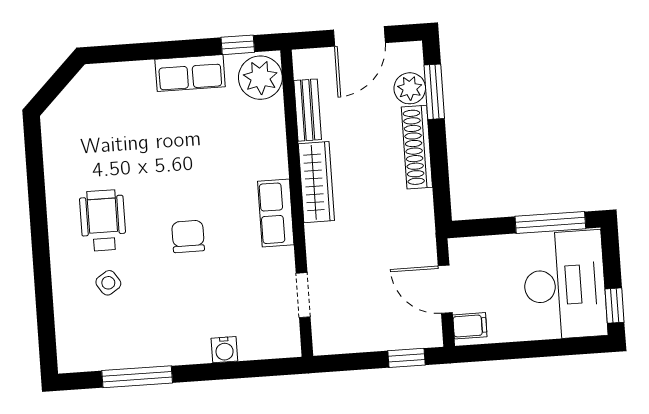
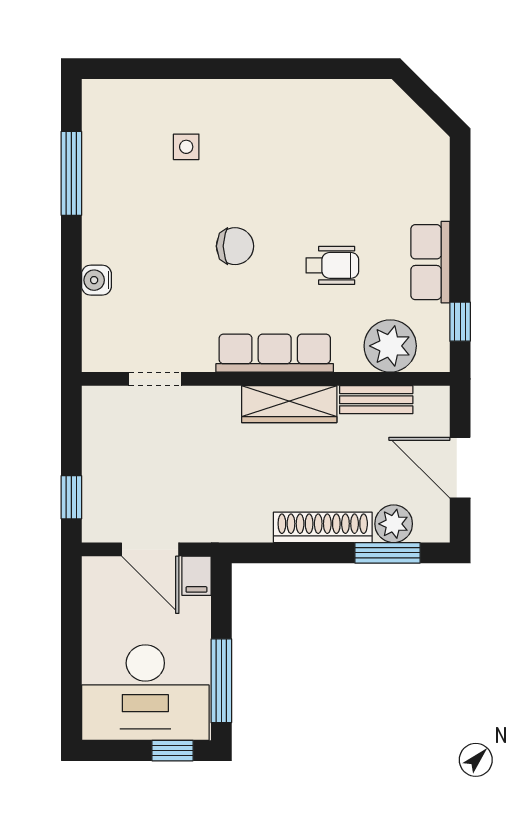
plant: (260, 78) -> (390, 346), moved
row of seats: (276, 213) -> (275, 353), width x1.48
wheelchair: (103, 220) -> (332, 265), moved, width x0.73, depth x0.73
side table: (108, 283) -> (186, 147), turned 33
door: (445, 289) -> (150, 549), swing flipped
window: (615, 306) -> (172, 751), moved
filing cabinet: (470, 326) -> (196, 576), moved

